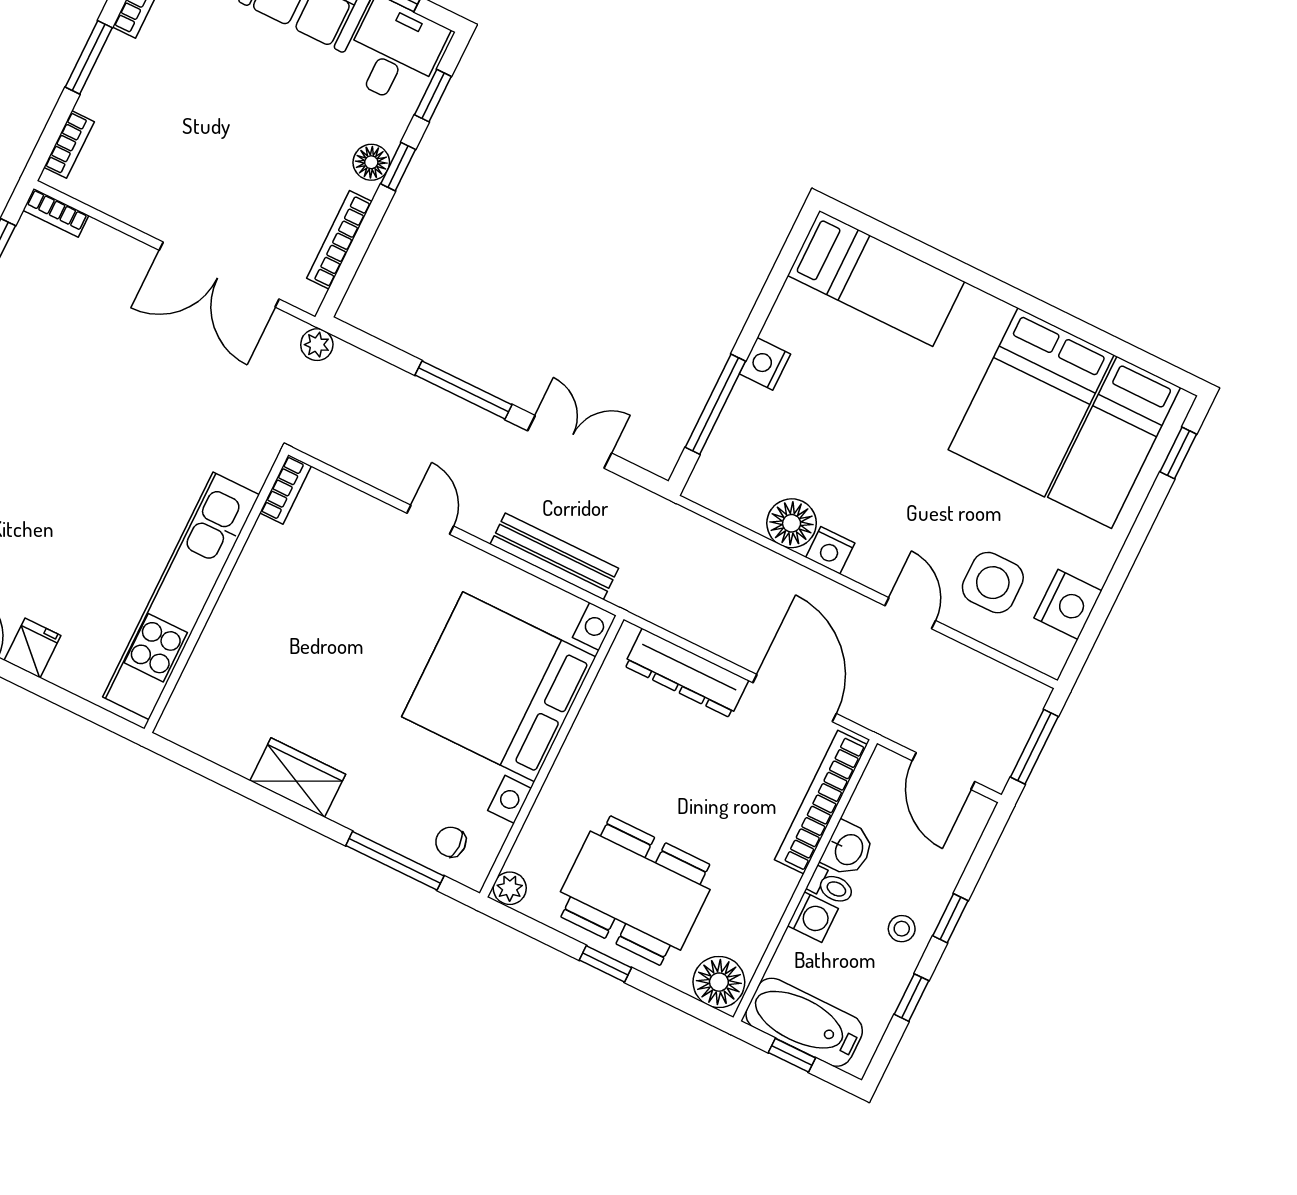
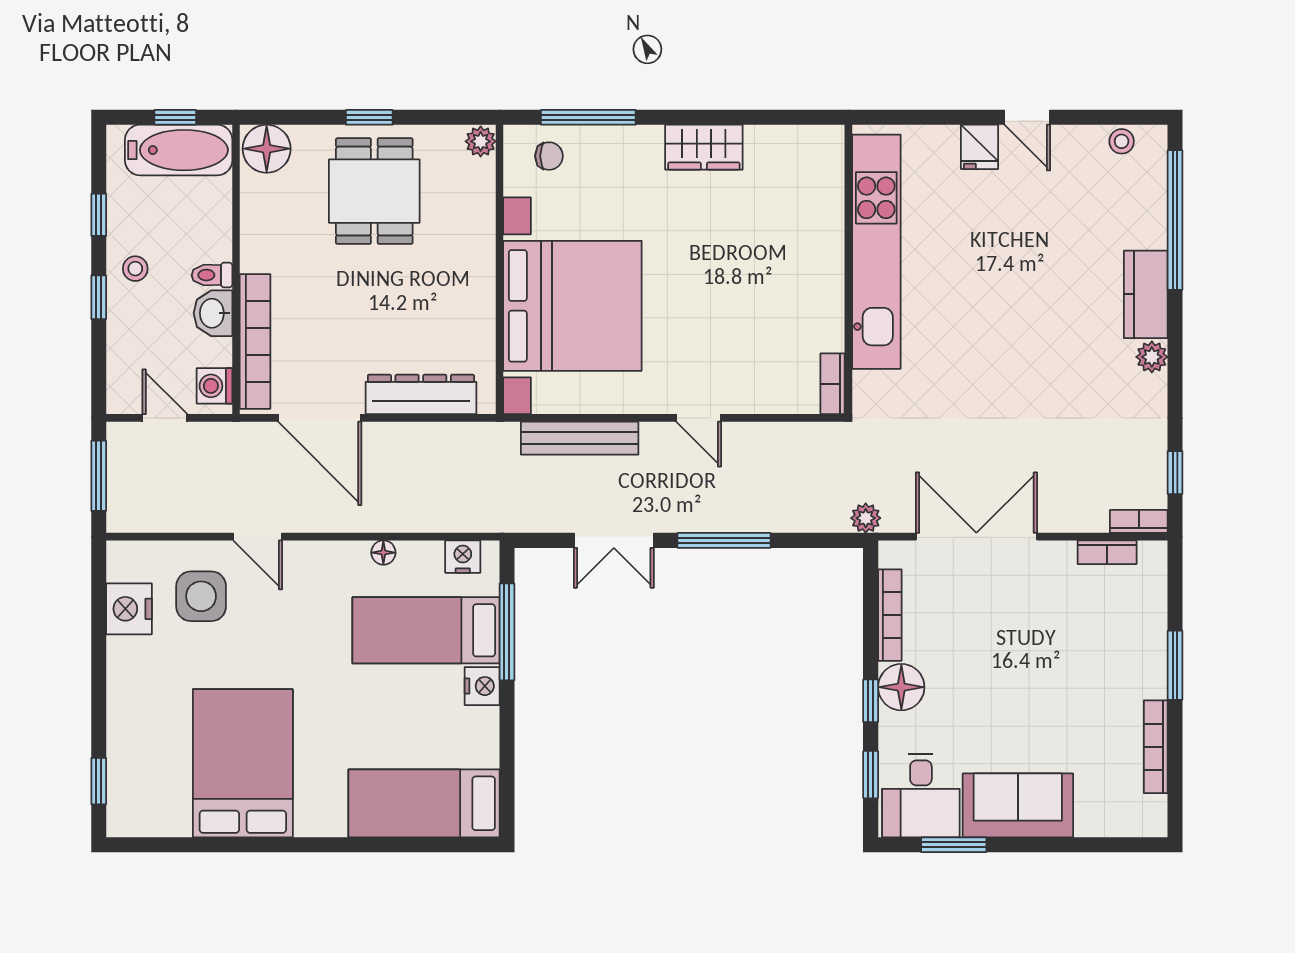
bookcase: (69, 144) -> (1107, 552), moved, turned -90
floor lamp: (371, 162) -> (901, 687), width x1.38, depth x1.38
bed: (1114, 442) -> (426, 630), moved, turned -90
floor lamp: (792, 523) -> (383, 553), width x0.53, depth x0.53
nightstand: (830, 550) -> (463, 557), moved
door: (944, 771) -> (165, 418), width x0.73
dining table: (635, 891) -> (374, 191), width x0.73
washing machine: (813, 917) -> (214, 386), moved

